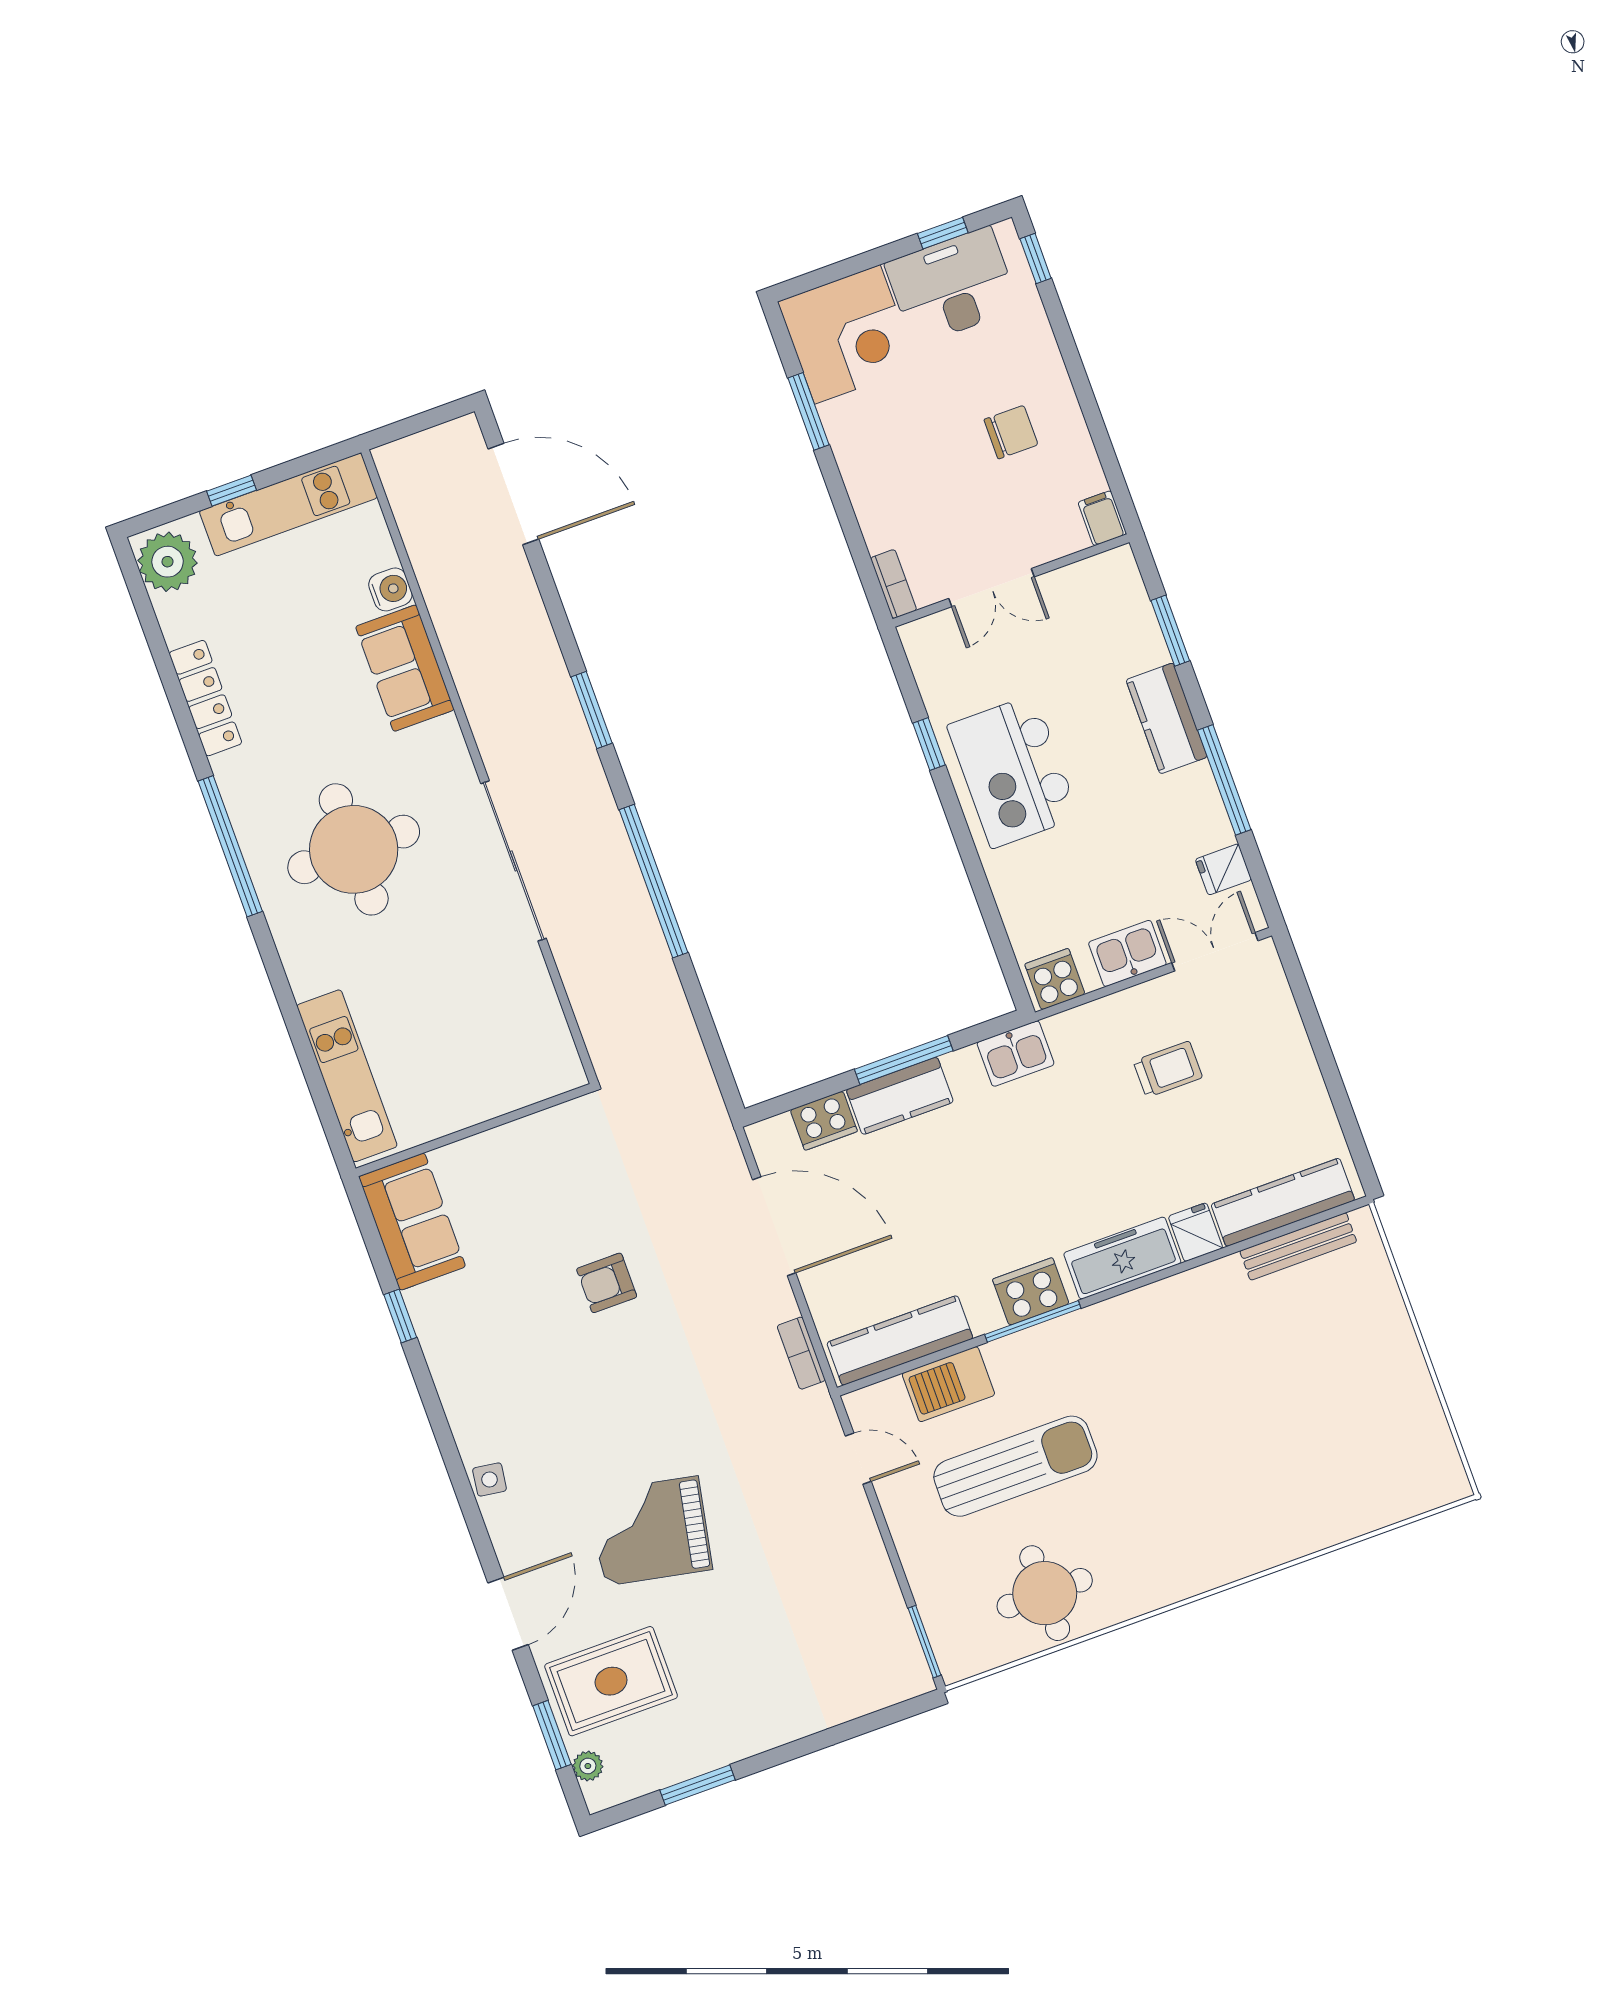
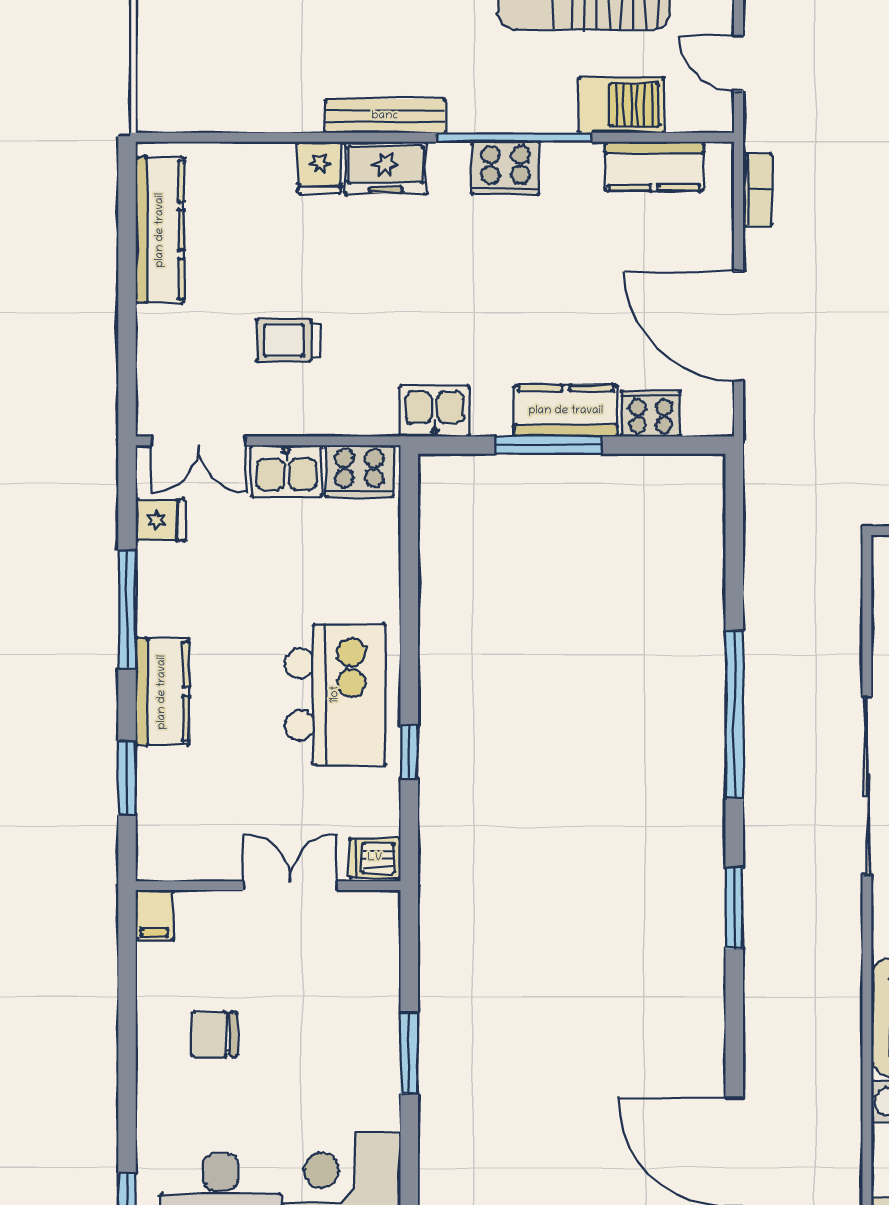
window: (809, 411) -> (409, 1053), moved
bookcase: (894, 584) -> (387, 925), removed
dishwasher: (925, 639) -> (375, 858), added
cooker: (1055, 979) -> (359, 471), width x1.36
kitchen counter: (1283, 1202) -> (160, 230), moved, turned -90
bench: (1298, 1246) -> (385, 116), moved
freezer: (1122, 1258) -> (386, 168), width x0.71
window: (1033, 1321) -> (514, 137), width x1.46
kitchen counter: (900, 1341) -> (654, 166), width x0.67

